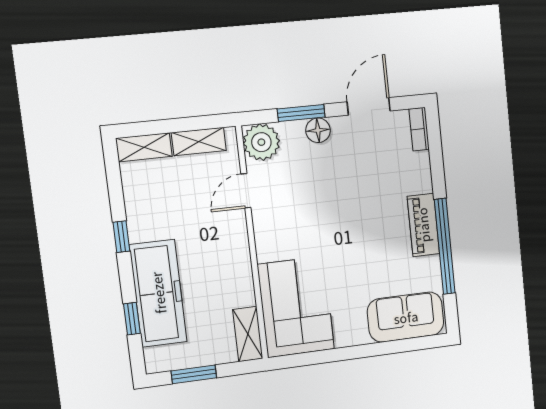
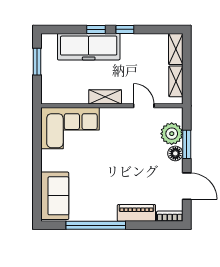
plant: (261, 142) -> (172, 134), moved
piano: (423, 225) -> (136, 213), moved
window: (132, 319) -> (96, 29), moved
shelving: (248, 334) -> (105, 97), moved

